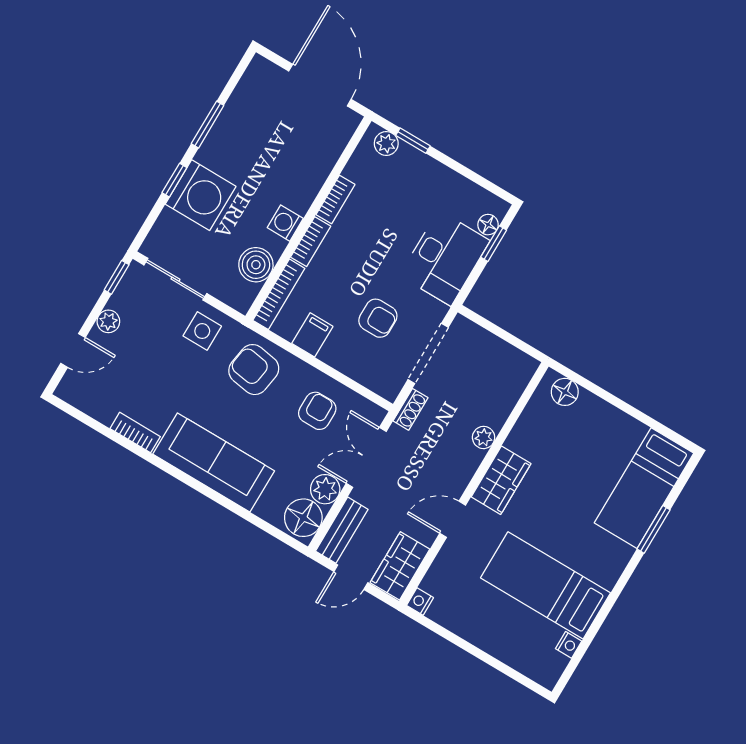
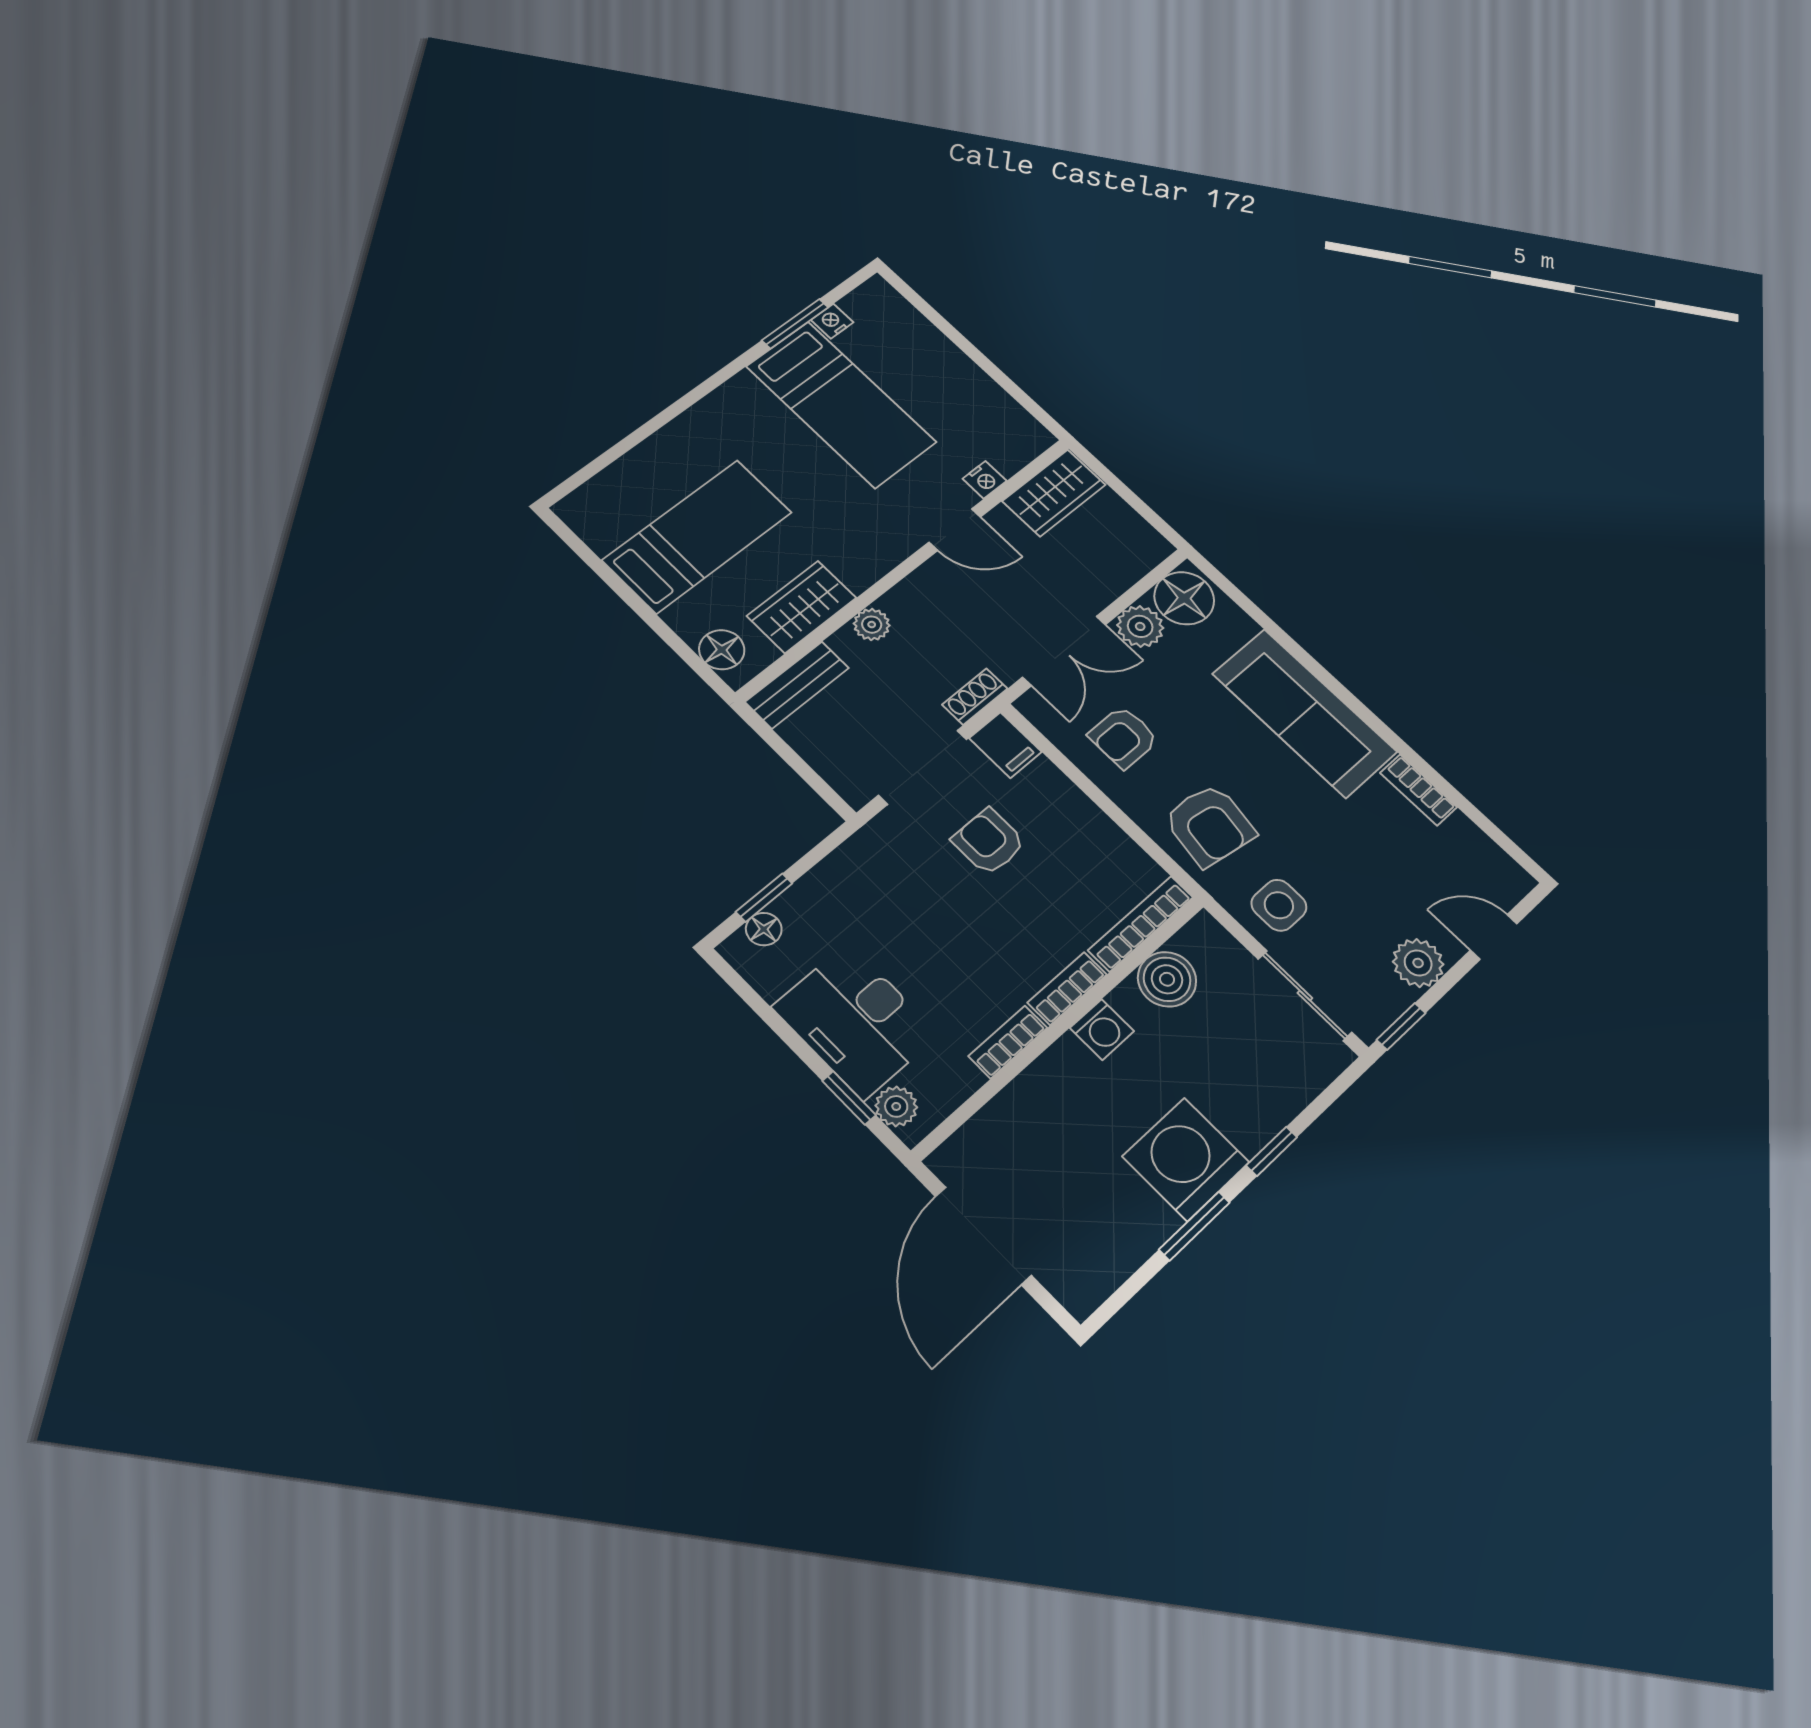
washing machine: (201, 195) -> (1186, 1159), moved
desk: (445, 258) -> (856, 1021), moved, turned -90
plant: (108, 321) -> (1418, 963), width x1.38, depth x1.38
filing cabinet: (312, 335) -> (1005, 745), moved, turned -90
wardrobe: (501, 480) -> (802, 607), moved
bed: (644, 488) -> (697, 536), moved
window: (654, 529) -> (795, 324), moved
bench: (342, 530) -> (797, 685), moved
door: (351, 577) -> (1133, 500), removed
nightstand: (420, 602) -> (985, 480), moved

